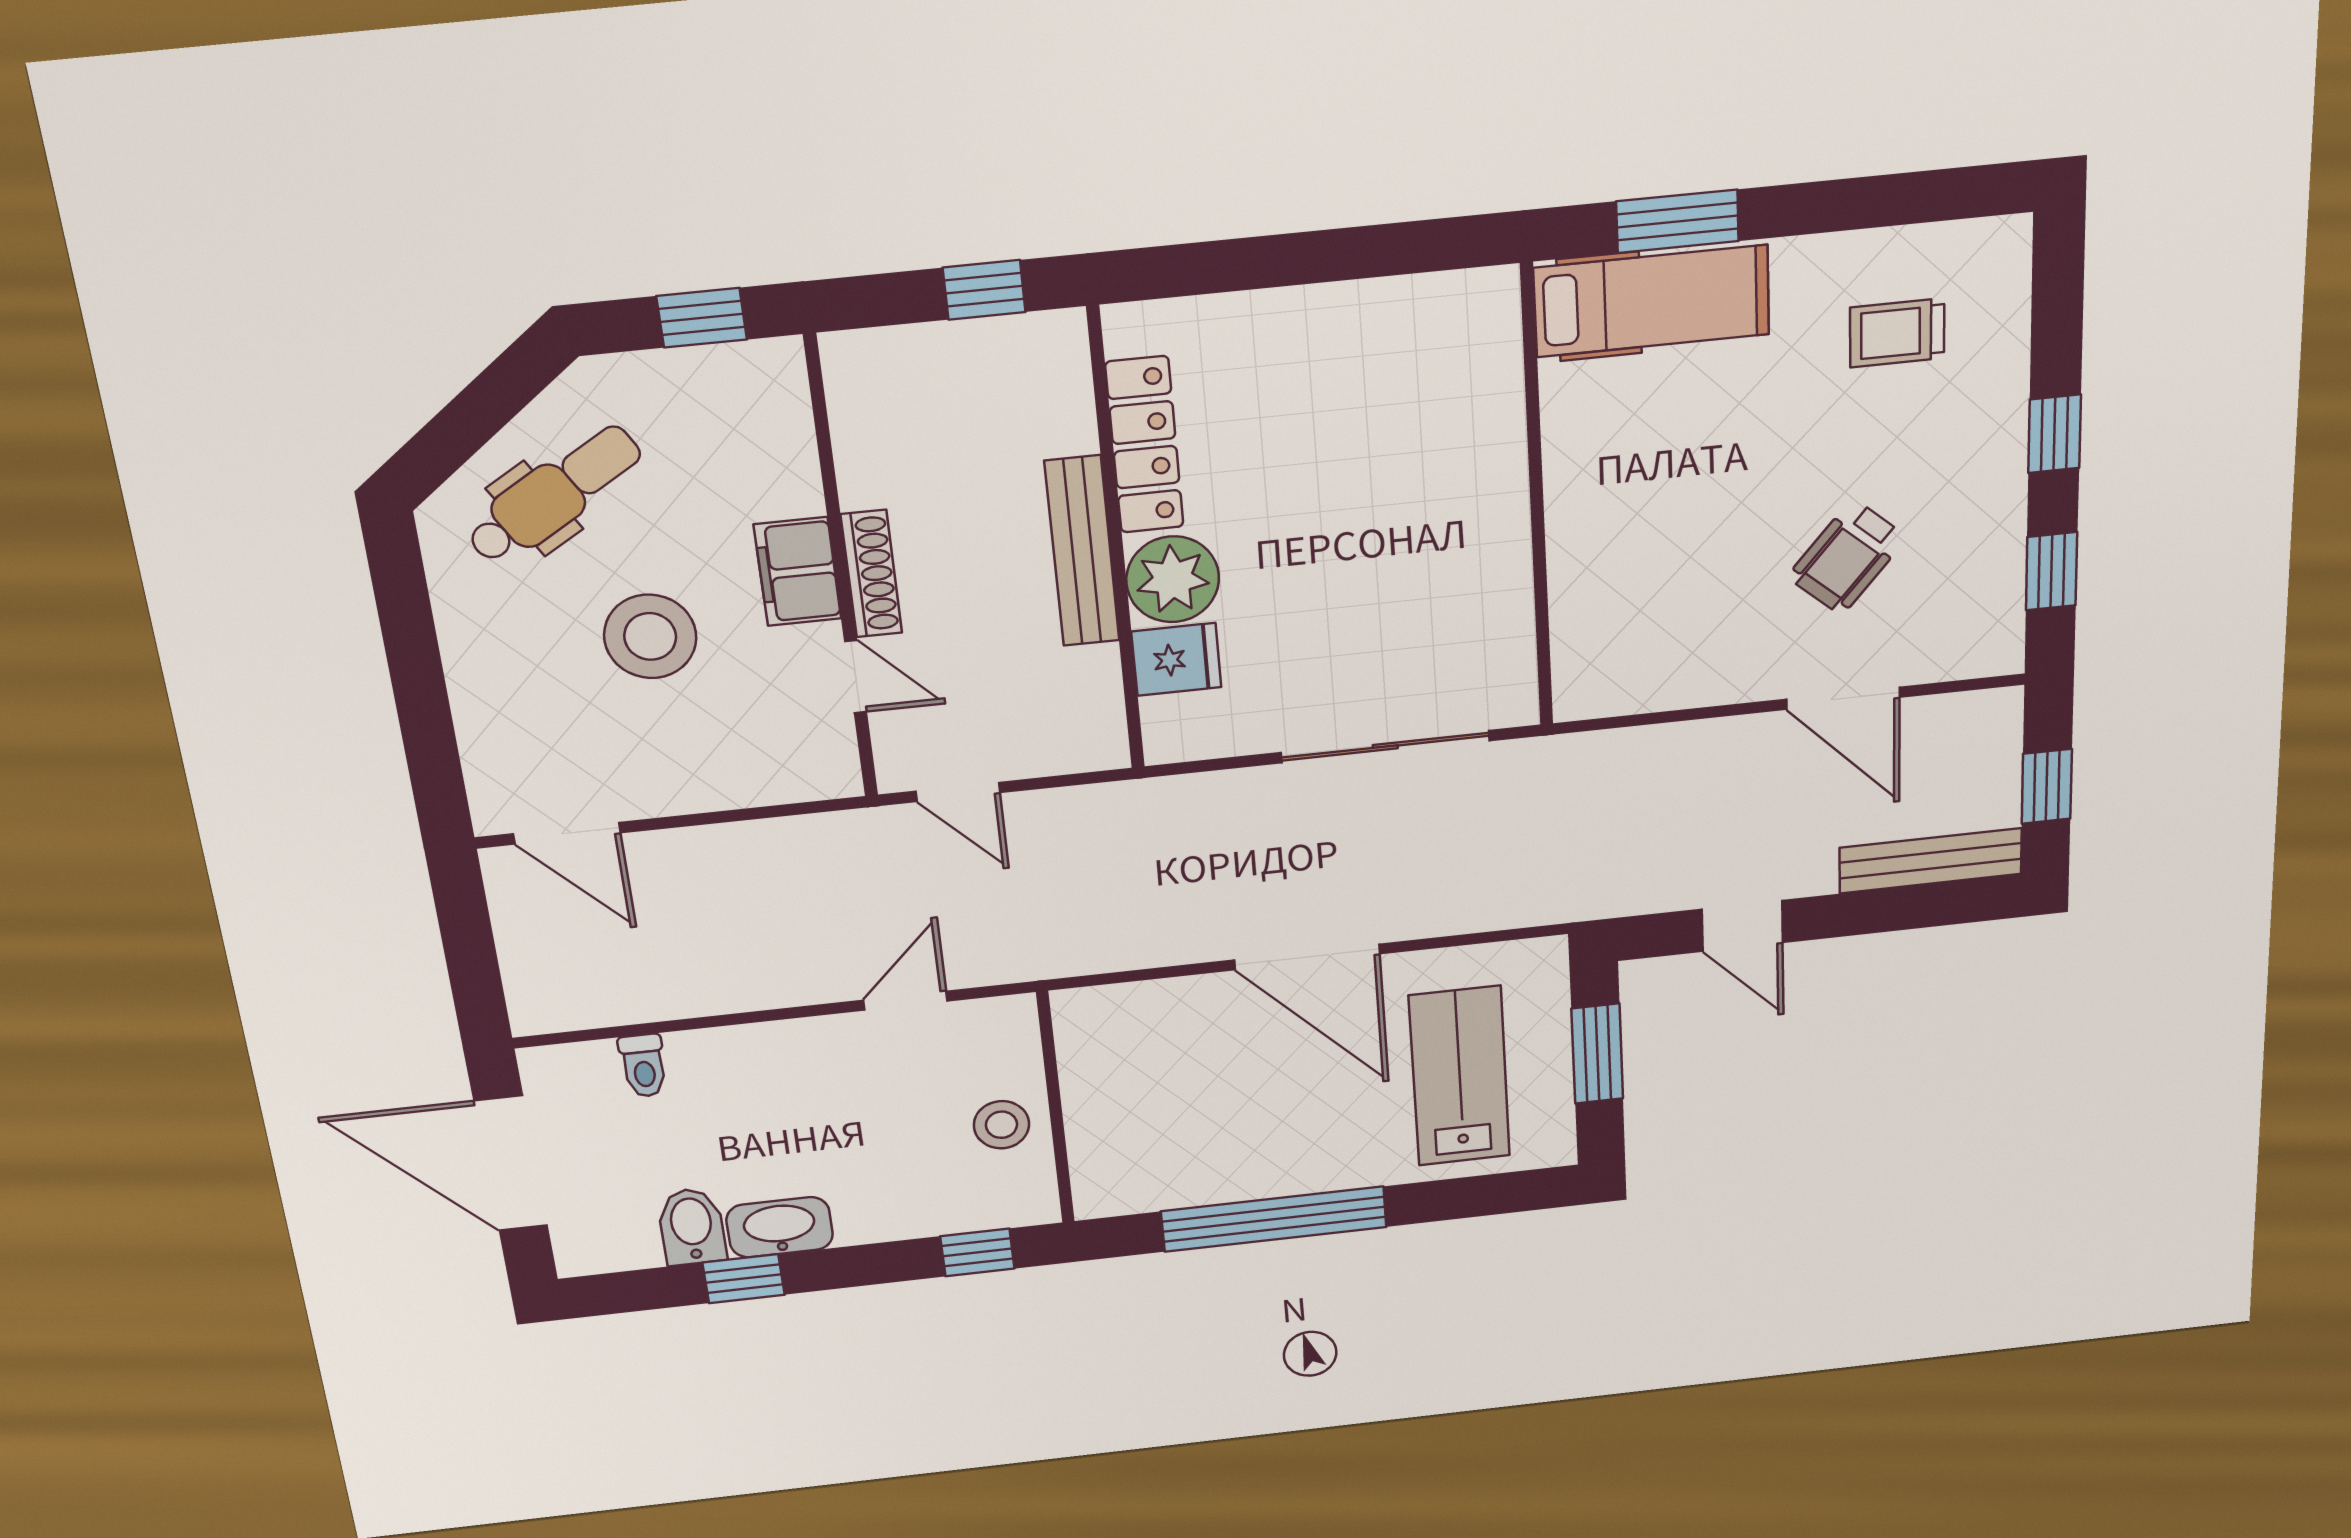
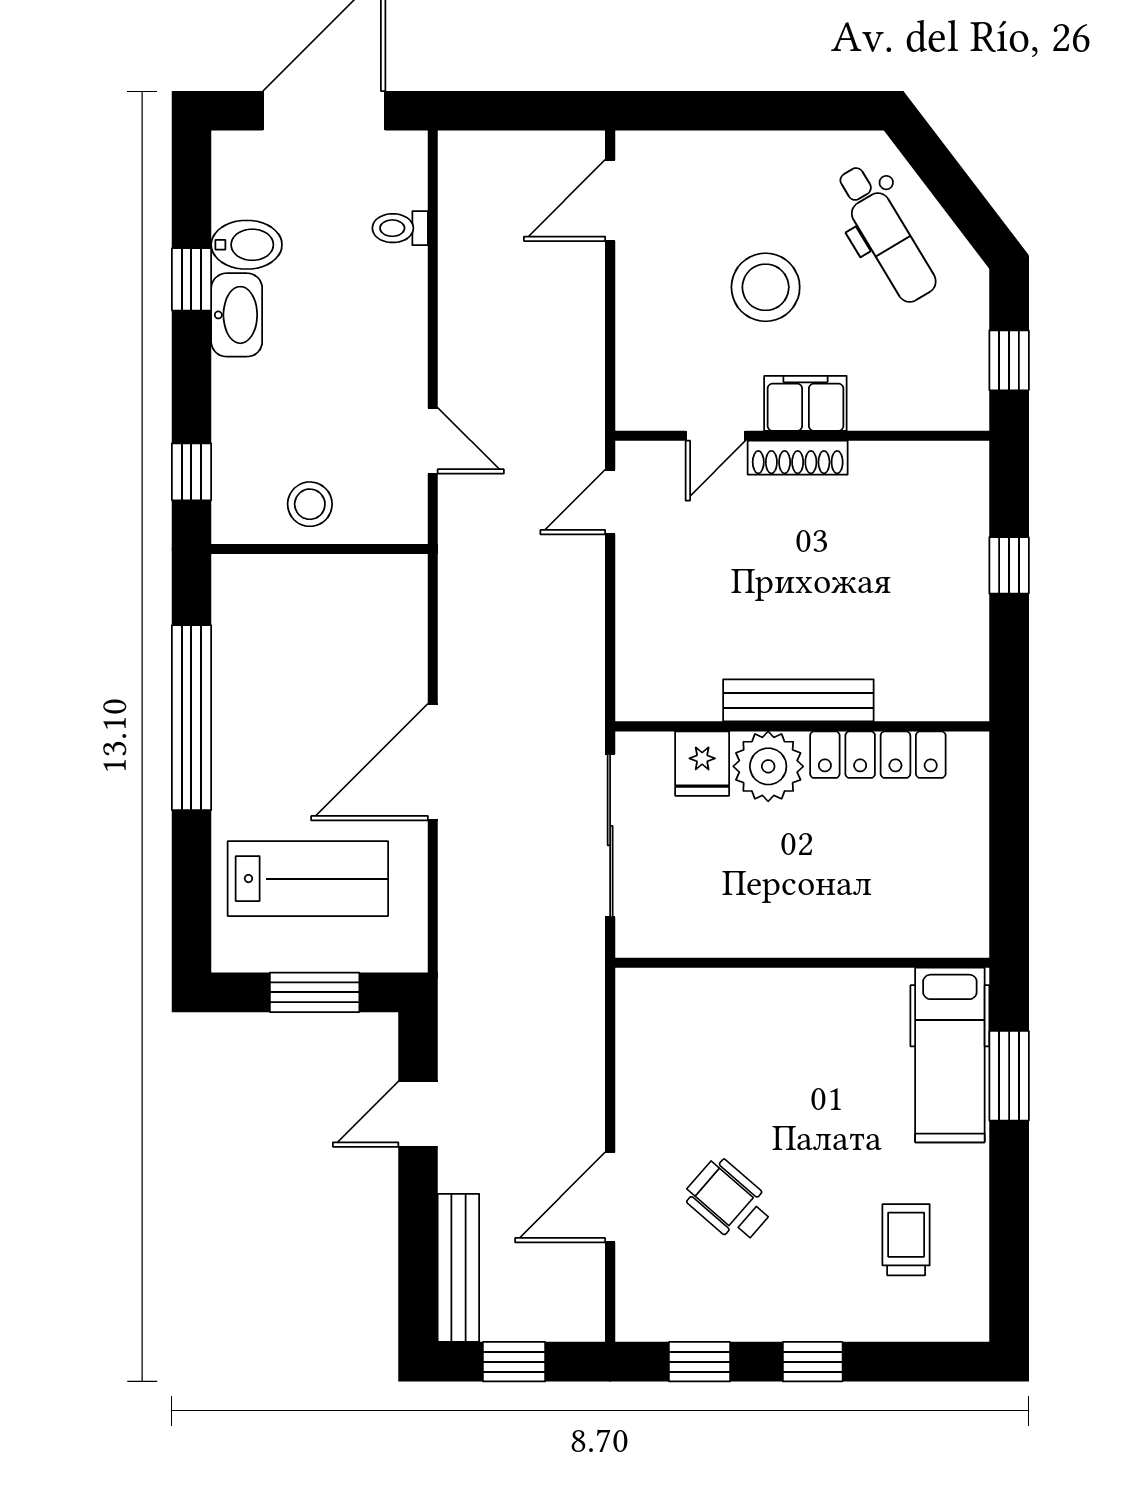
locker: (1145, 445) -> (878, 755), moved
wall: (1116, 543) -> (802, 726), moved
bench: (1082, 551) -> (798, 700), moved
plant: (1173, 579) -> (768, 766), moved
fridge: (1176, 659) -> (702, 764), moved

